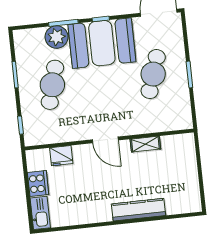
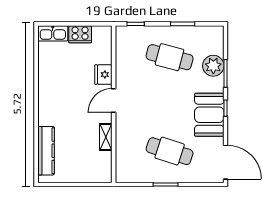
booth: (102, 43) -> (209, 115), width x0.73, depth x0.70
fridge: (61, 156) -> (103, 75), moved
kitchen counter: (138, 210) -> (46, 151), moved

